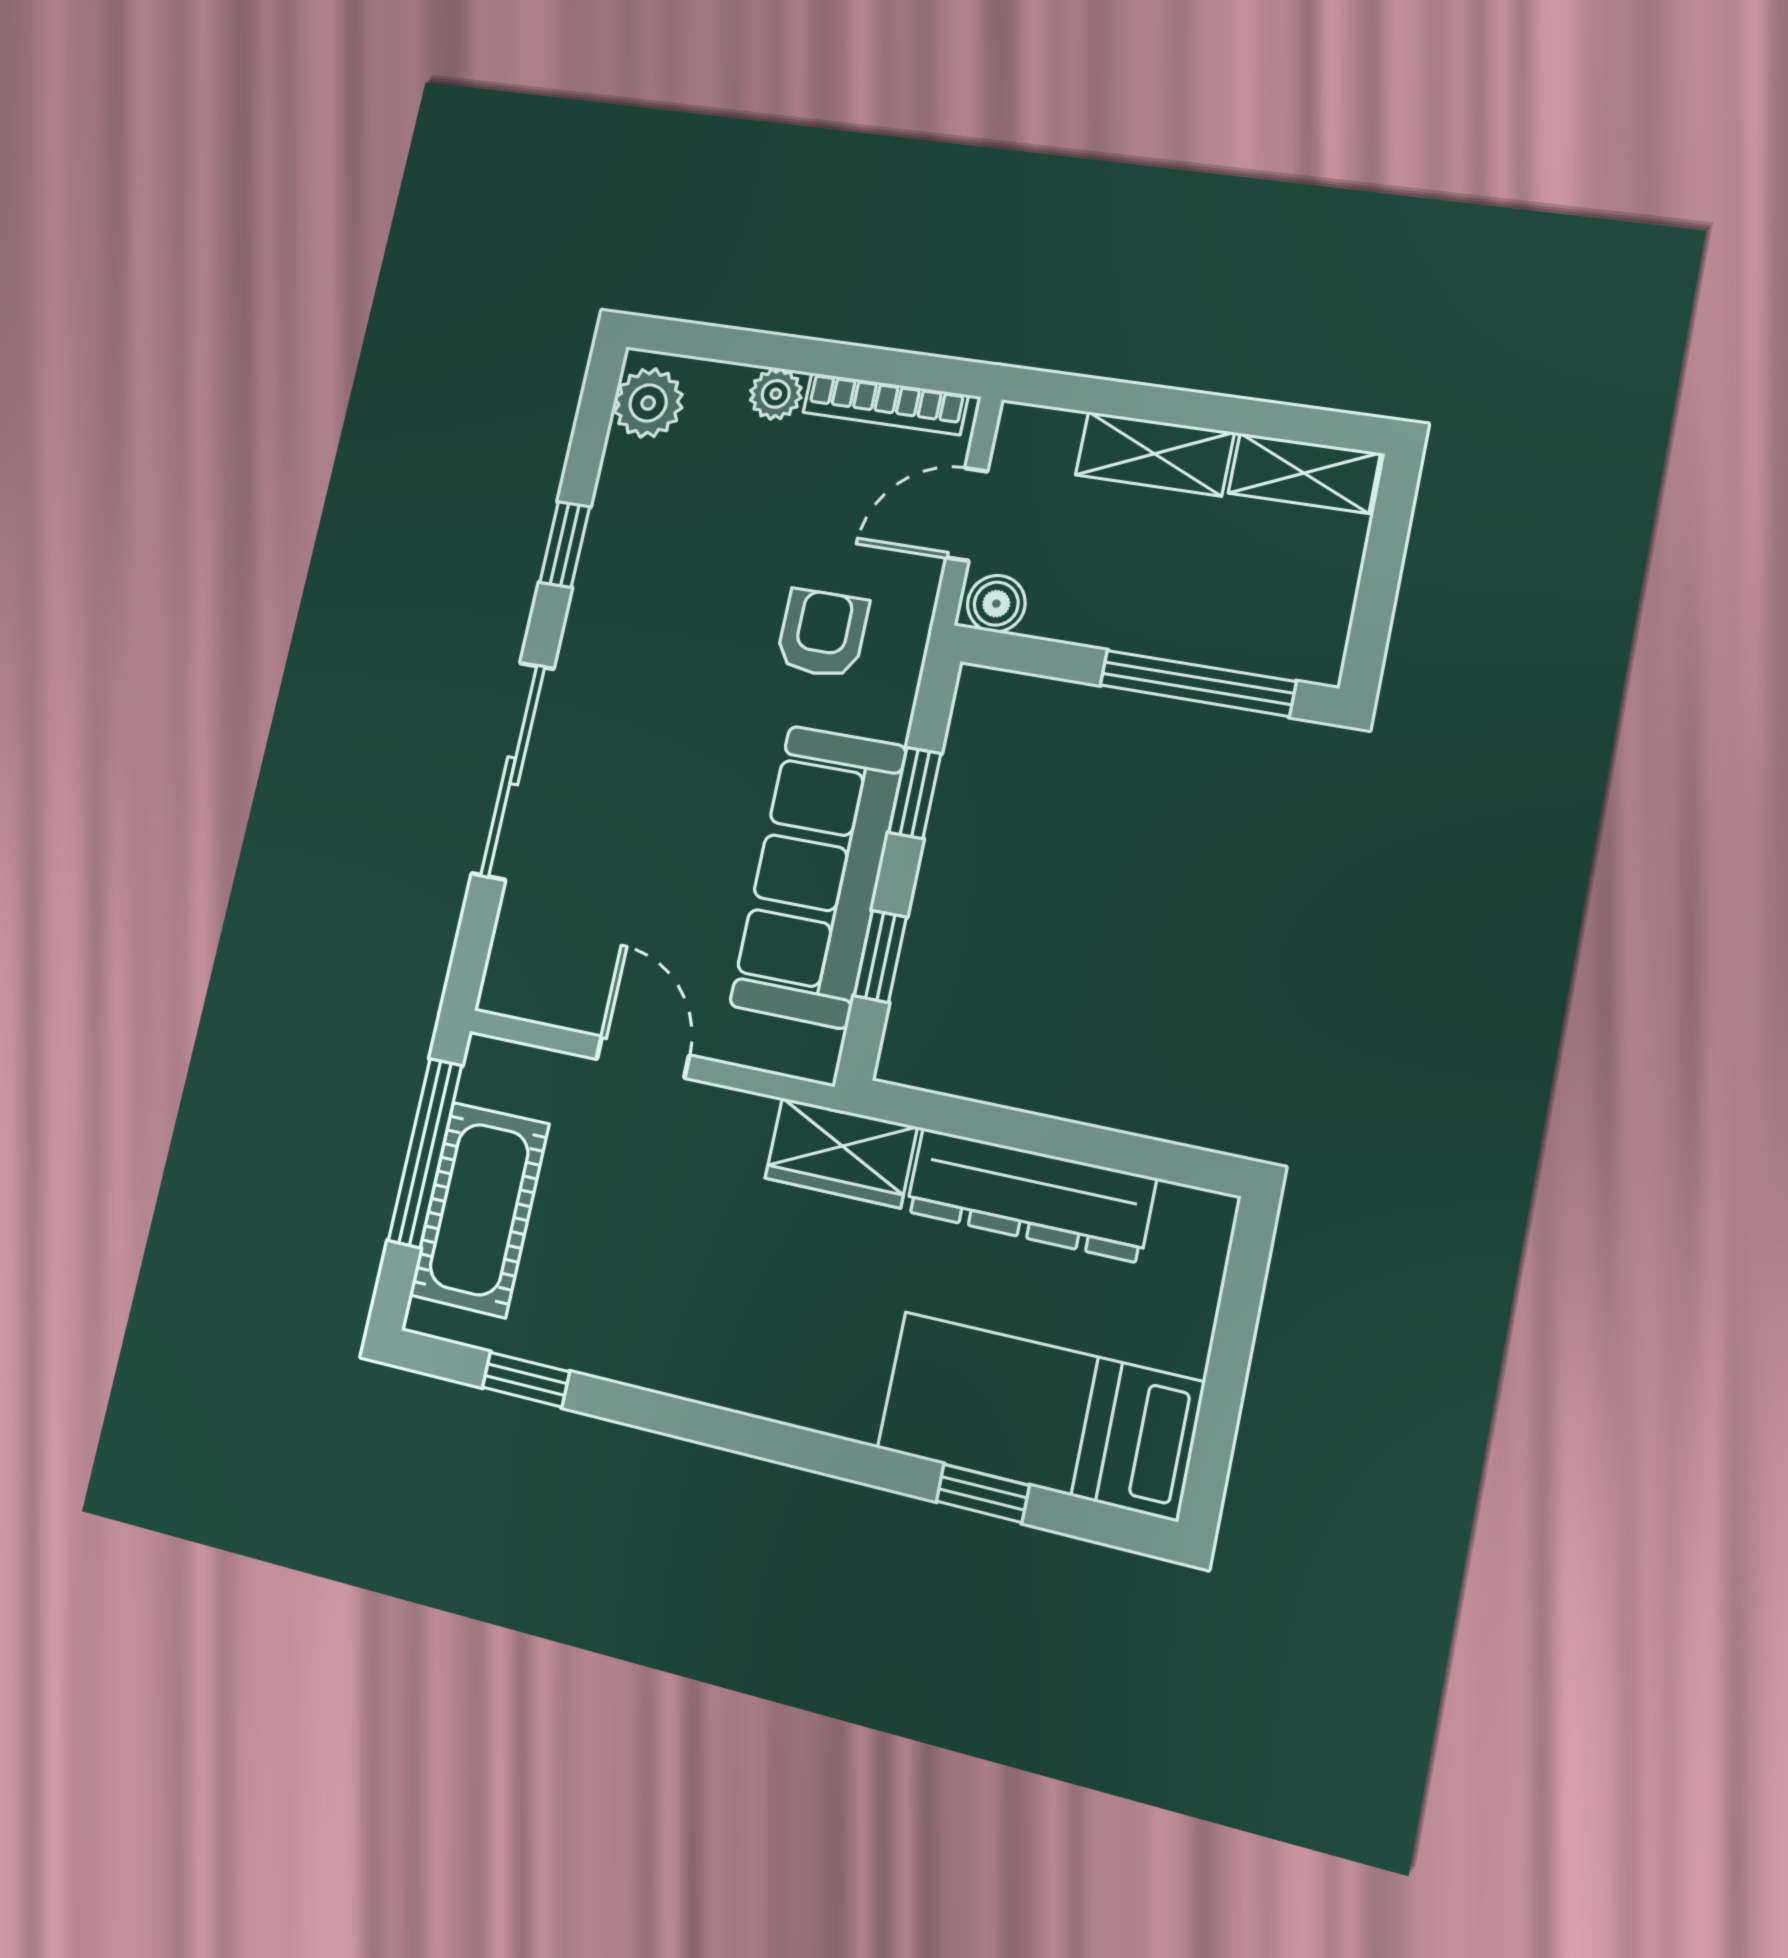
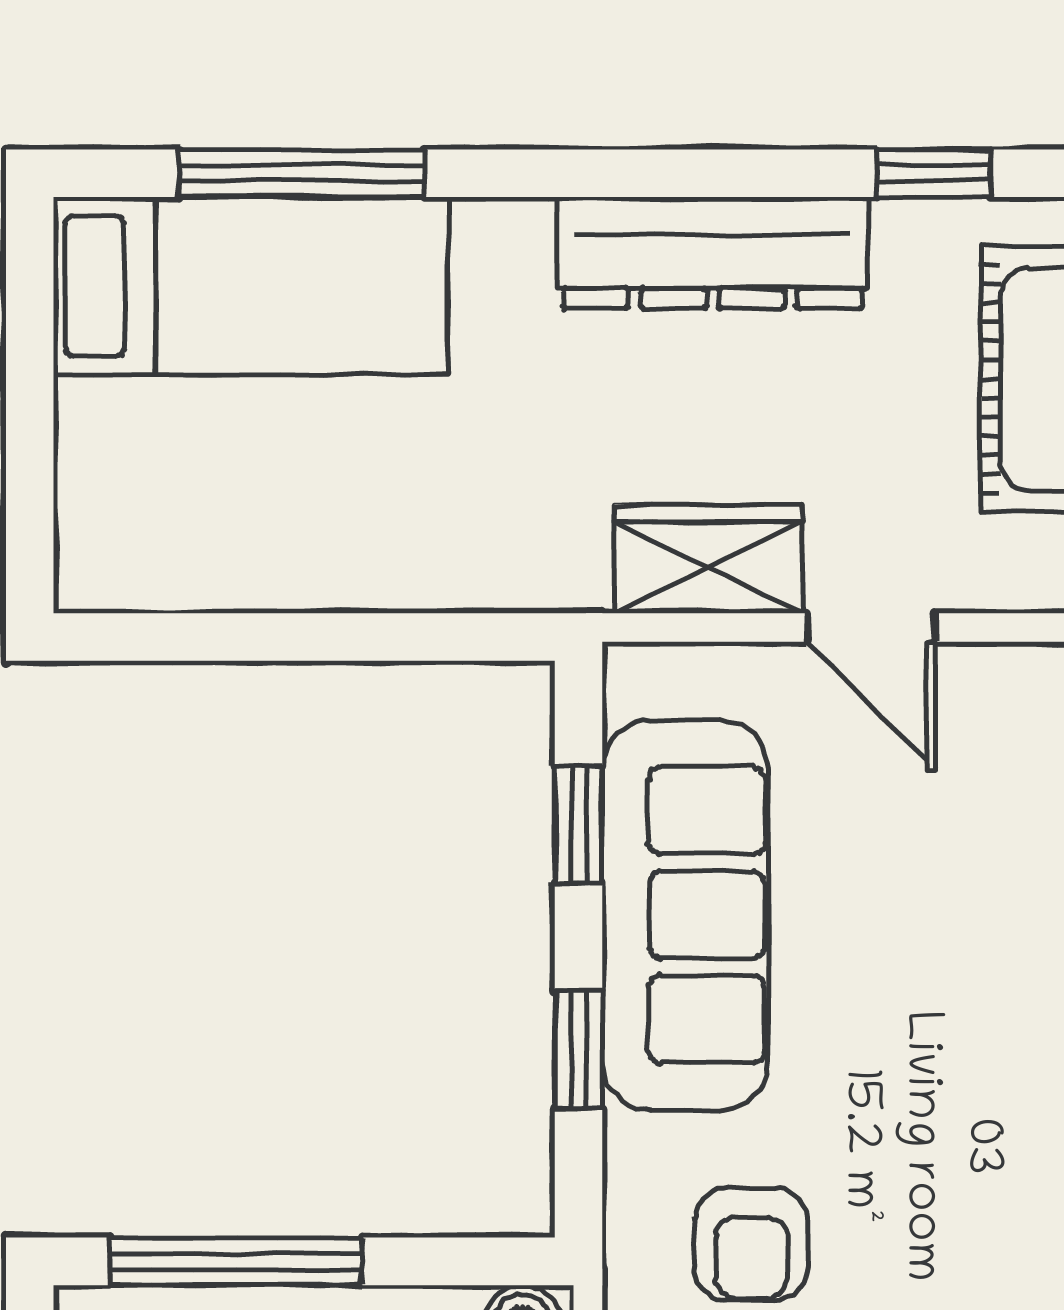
wardrobe: (841, 1153) -> (708, 559), moved
dresser: (1030, 1195) -> (713, 253), moved, turned 180
window: (983, 1493) -> (302, 173), width x2.17

